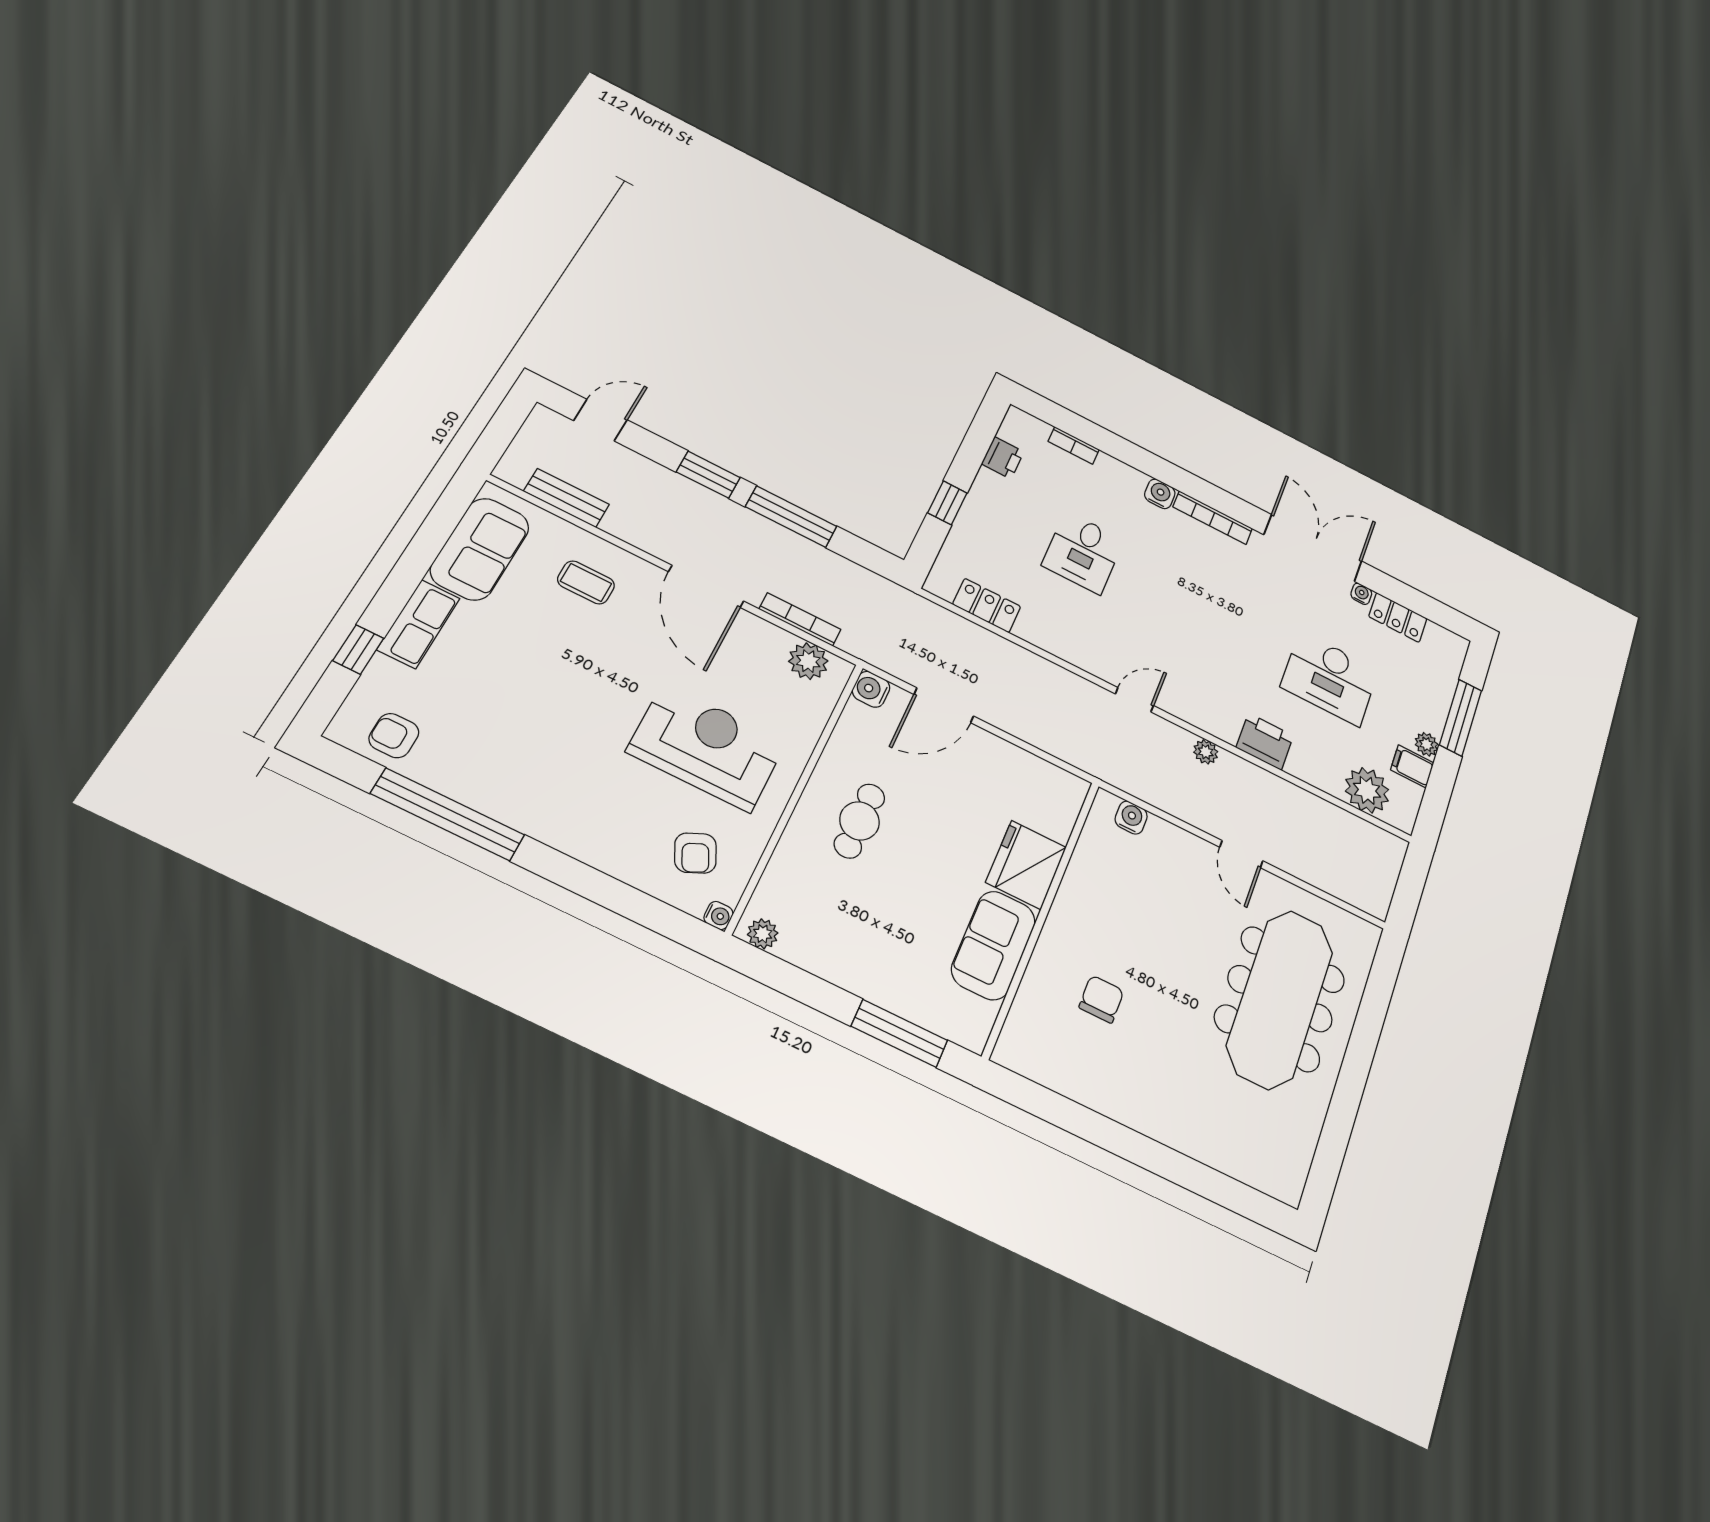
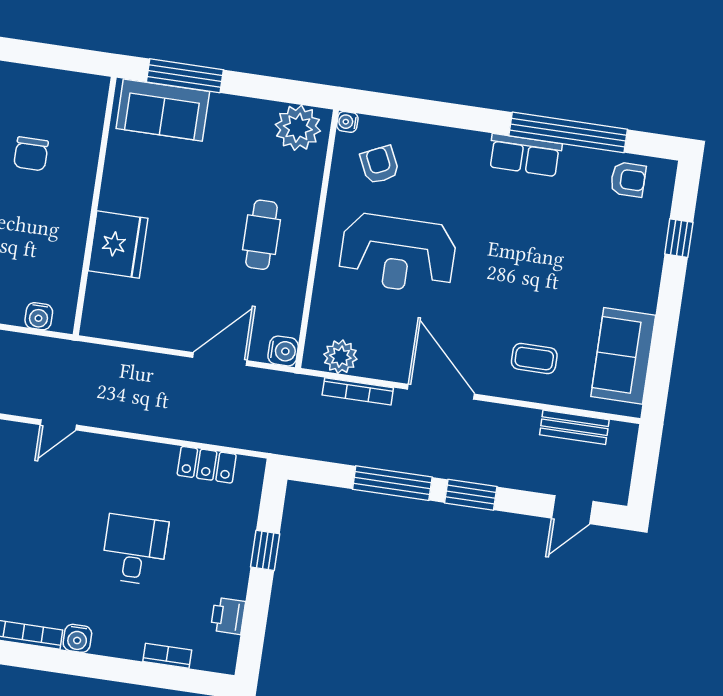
row of seats: (419, 624) -> (525, 155), moved, turned -90
plant: (763, 934) -> (298, 128), width x1.88, depth x1.88
sofa: (994, 945) -> (163, 110), moved, turned 90

